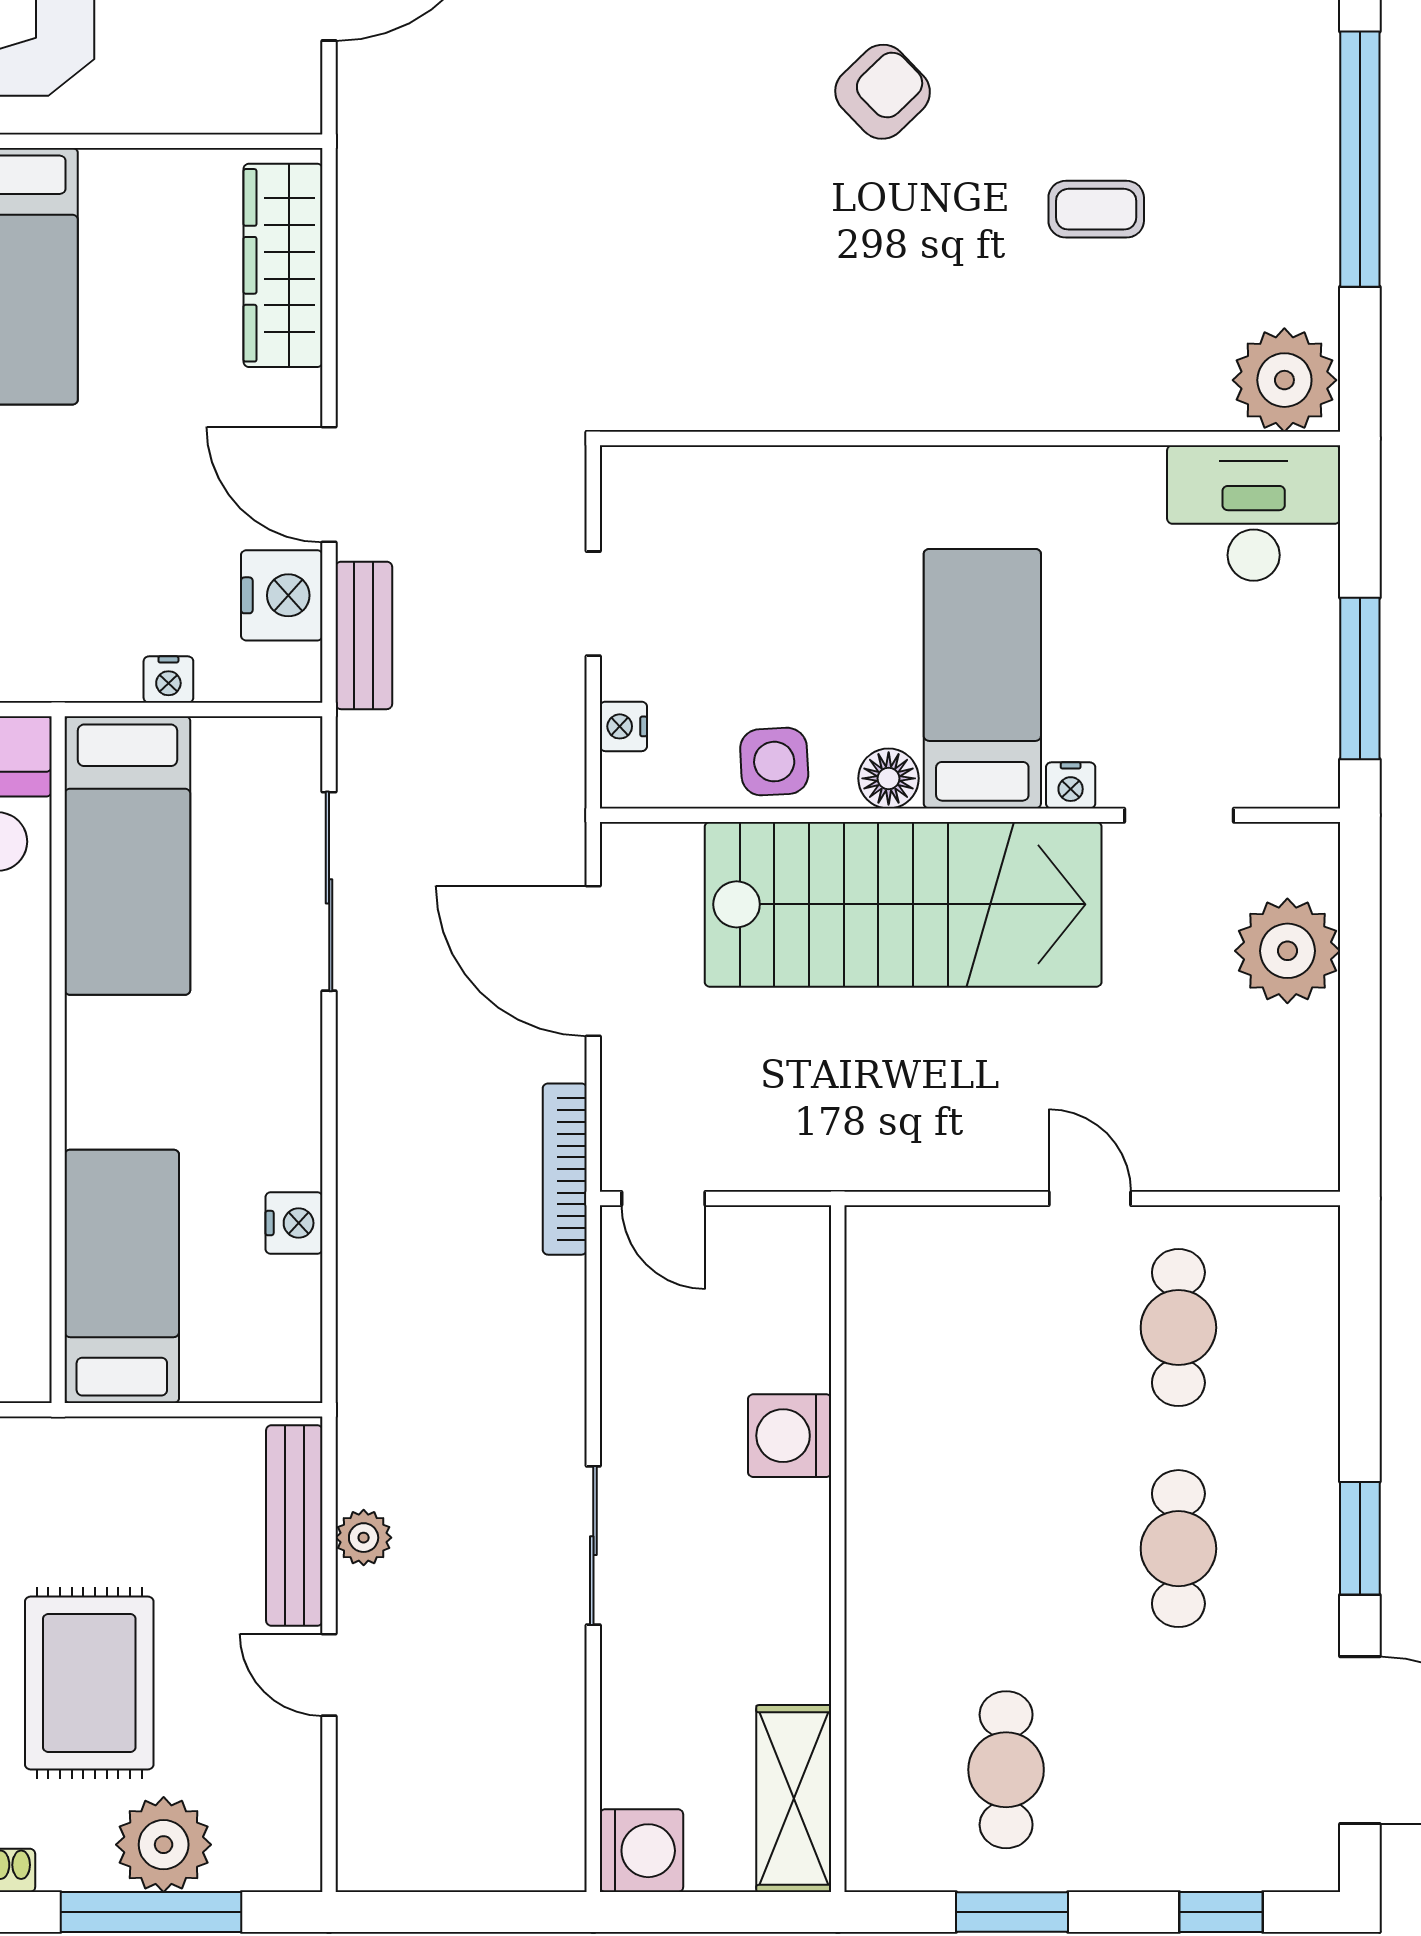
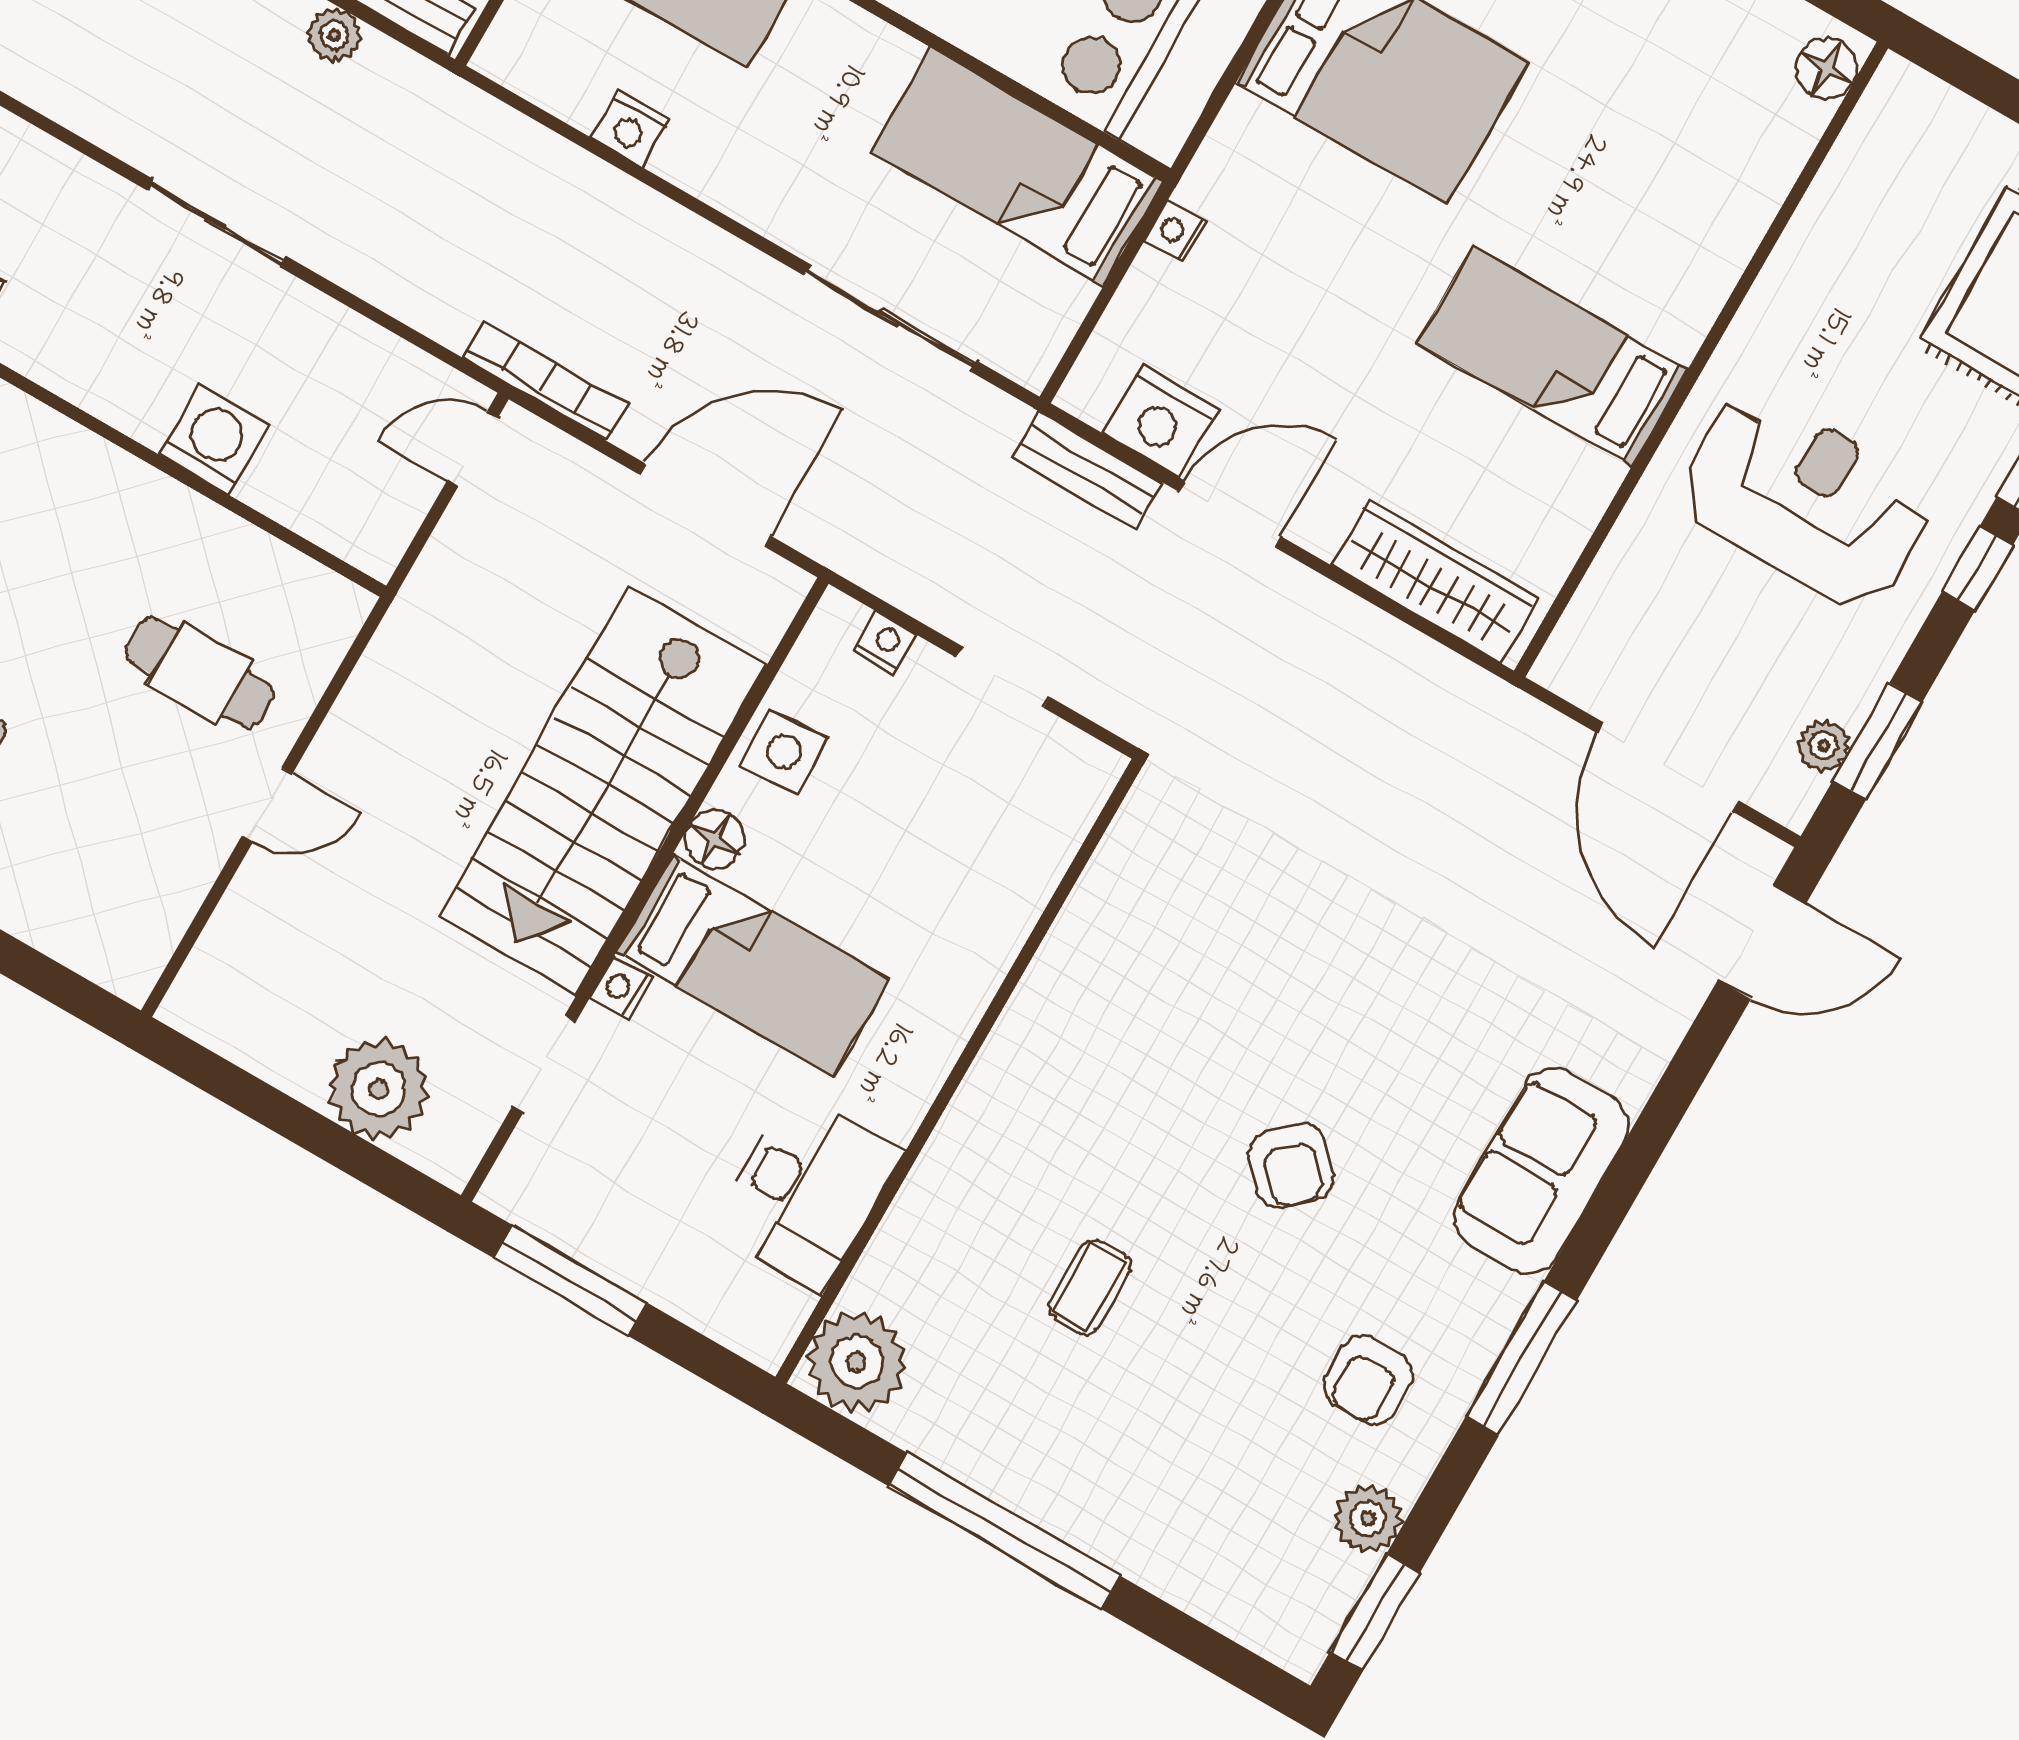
desk: (1254, 513) -> (807, 1191), moved
nightstand: (168, 680) -> (1175, 232), moved
cafe table: (1178, 1328) -> (200, 673), moved

